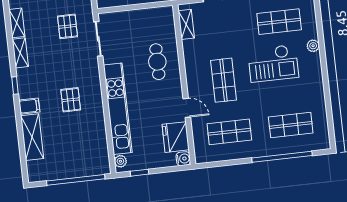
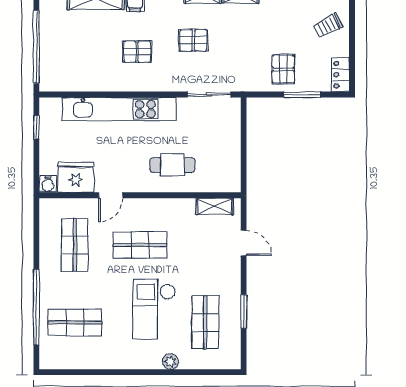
pallet: (67, 26) -> (193, 40), moved
shop shelf: (291, 125) -> (75, 322), turned 90
plant: (120, 161) -> (53, 105), removed

